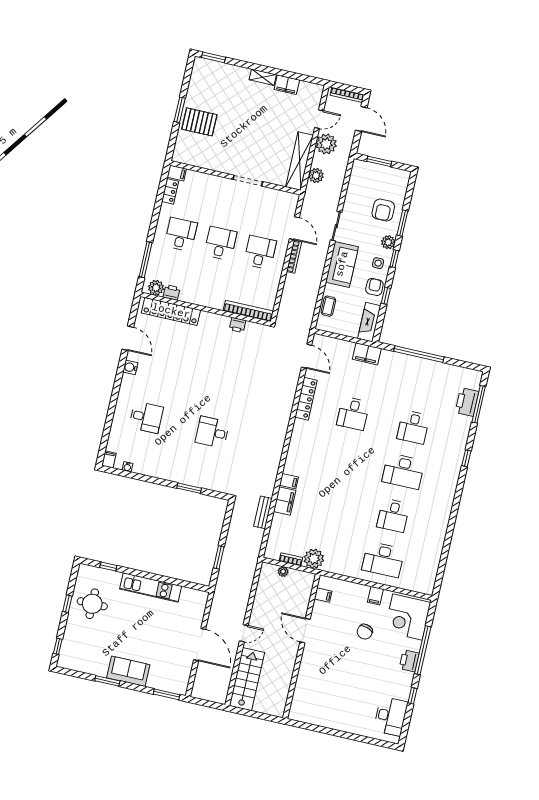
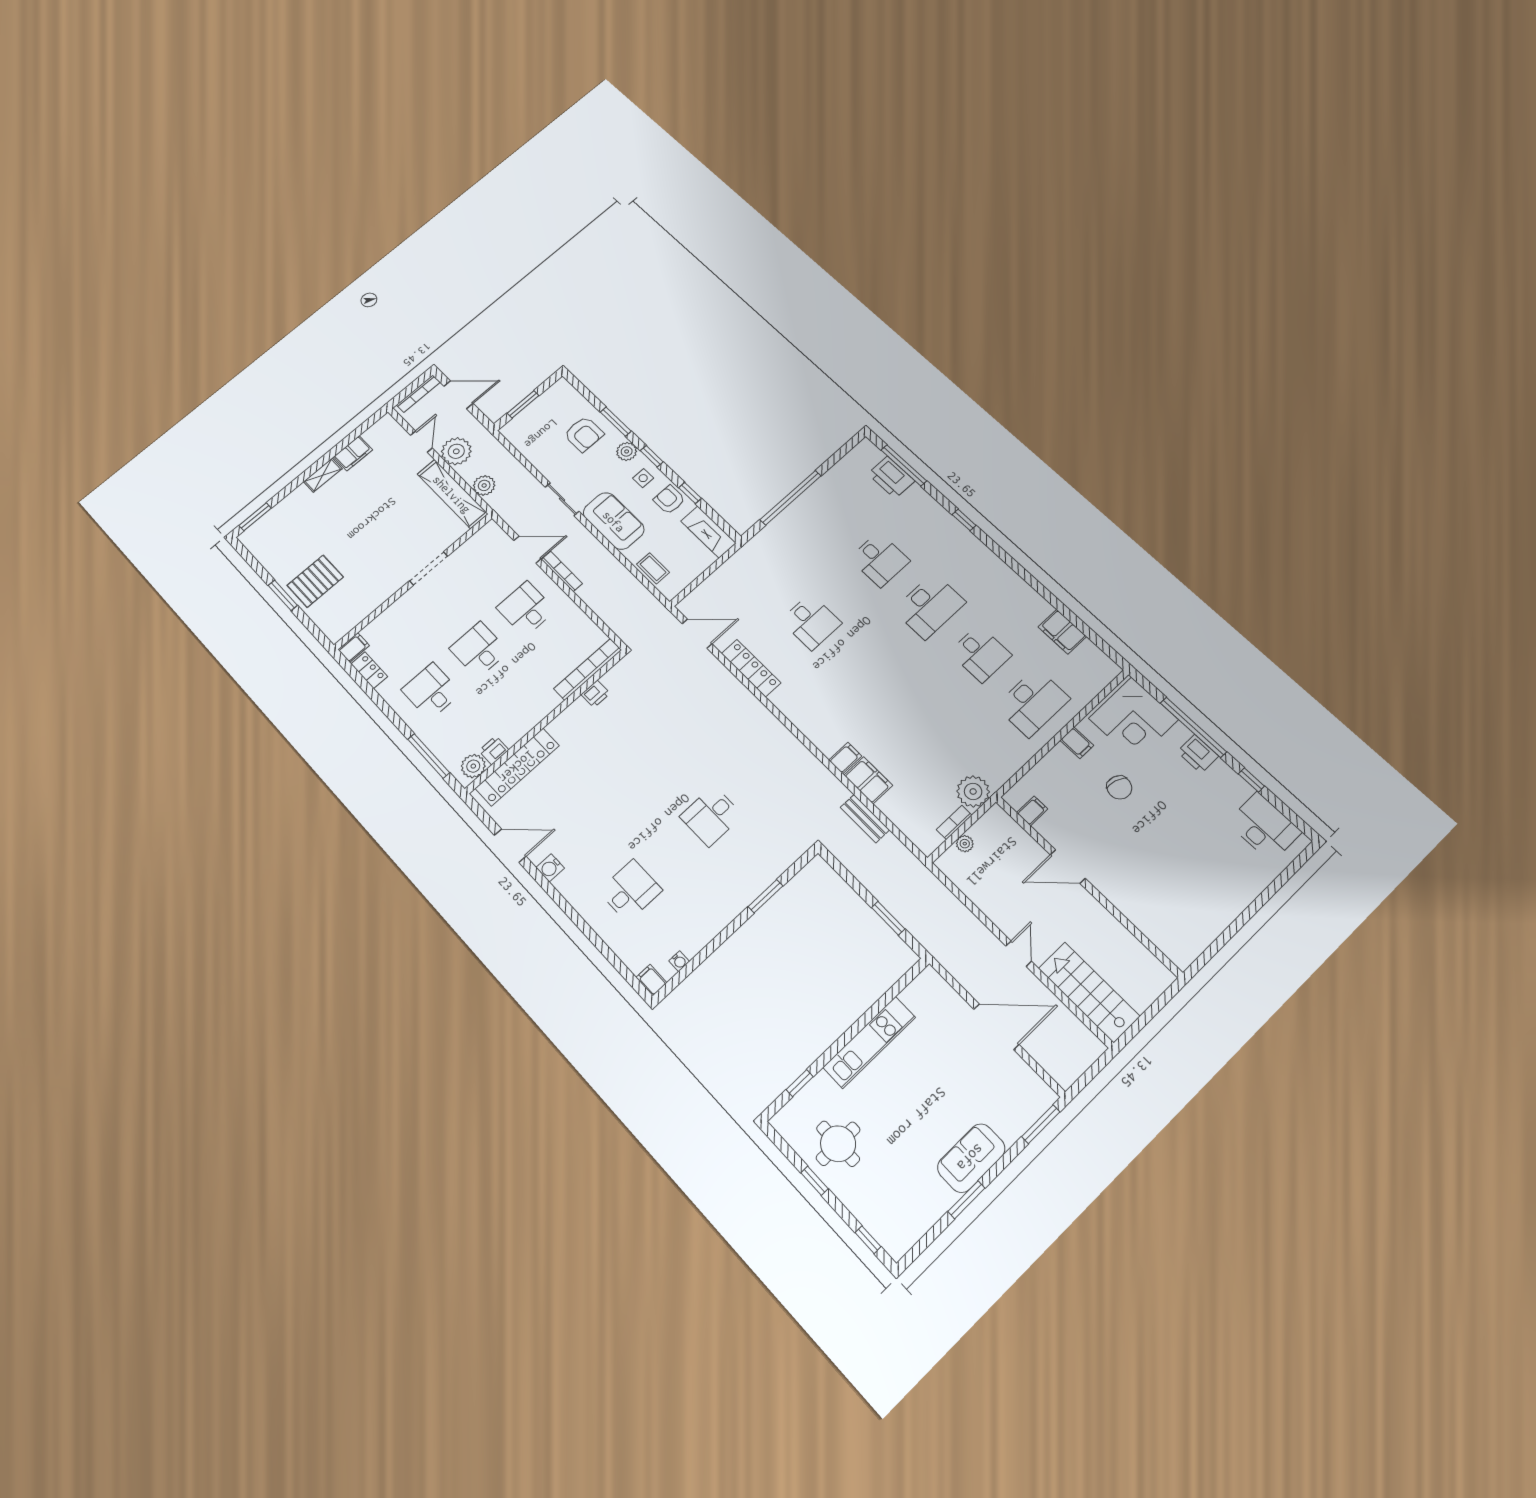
filing cabinet: (367, 354) -> (1062, 632), moved, turned 90

